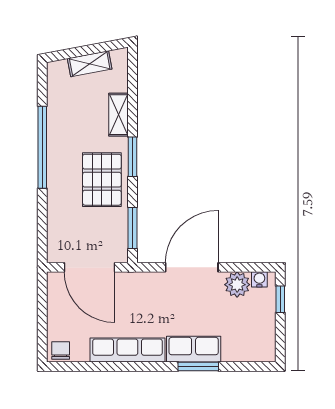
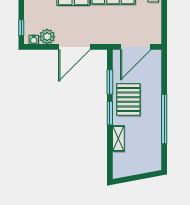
shelving: (90, 64) -> (136, 169), removed
window: (133, 228) -> (110, 82), moved
door: (89, 267) -> (136, 47), swing flipped

